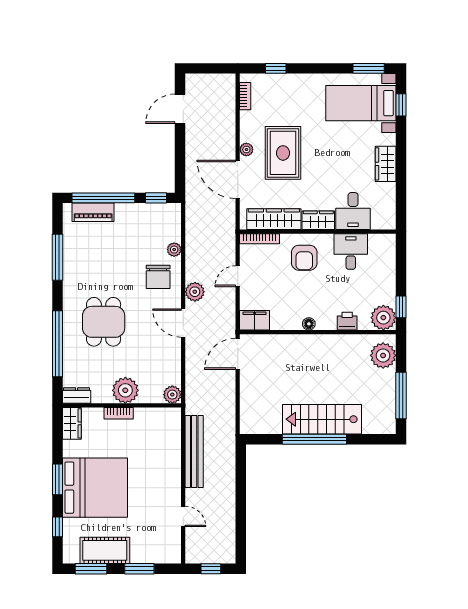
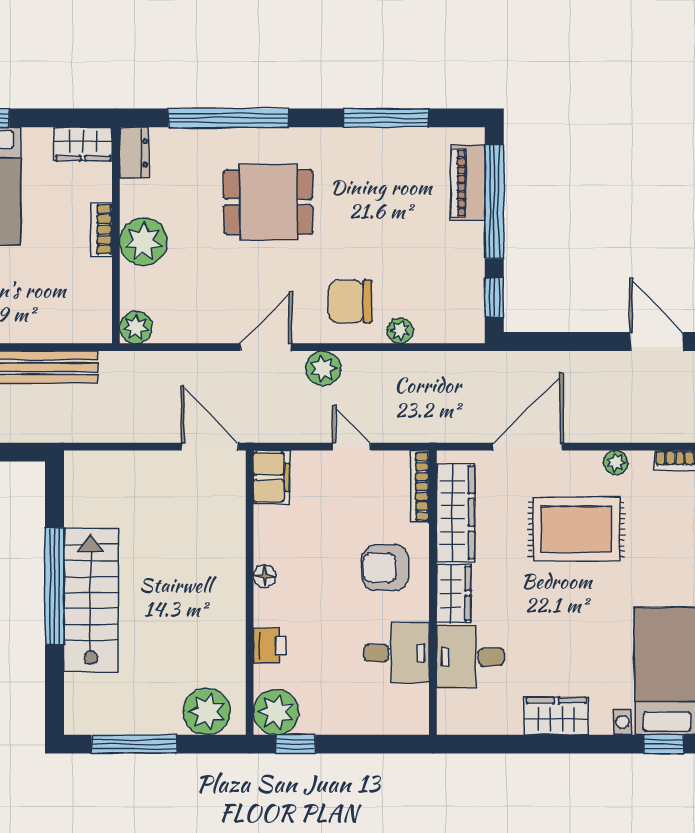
plant: (246, 149) -> (616, 462), moved

